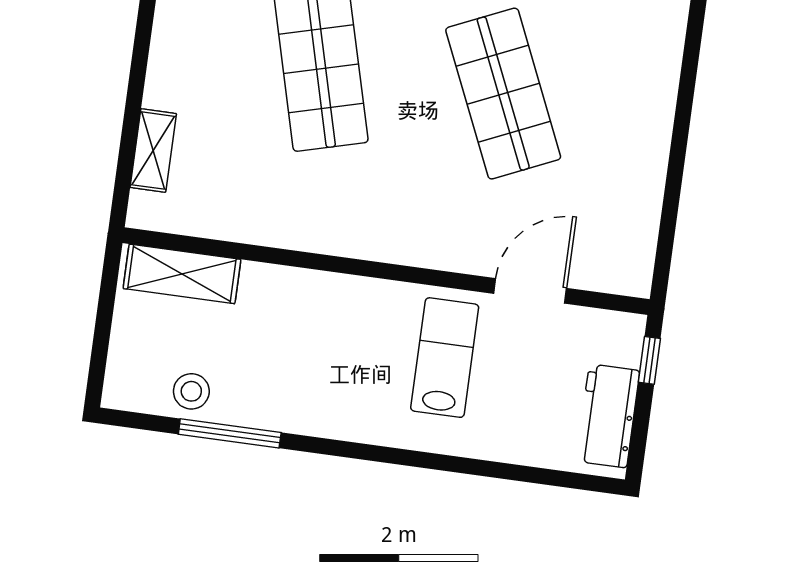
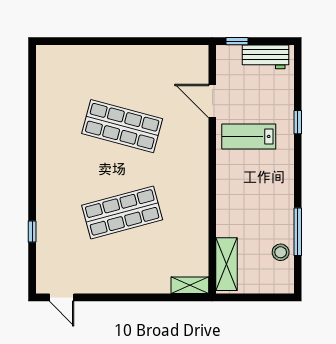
shop shelf: (503, 94) -> (122, 126), turned 39
shelving: (153, 151) -> (190, 285), moved
window: (461, 465) -> (298, 122), added

